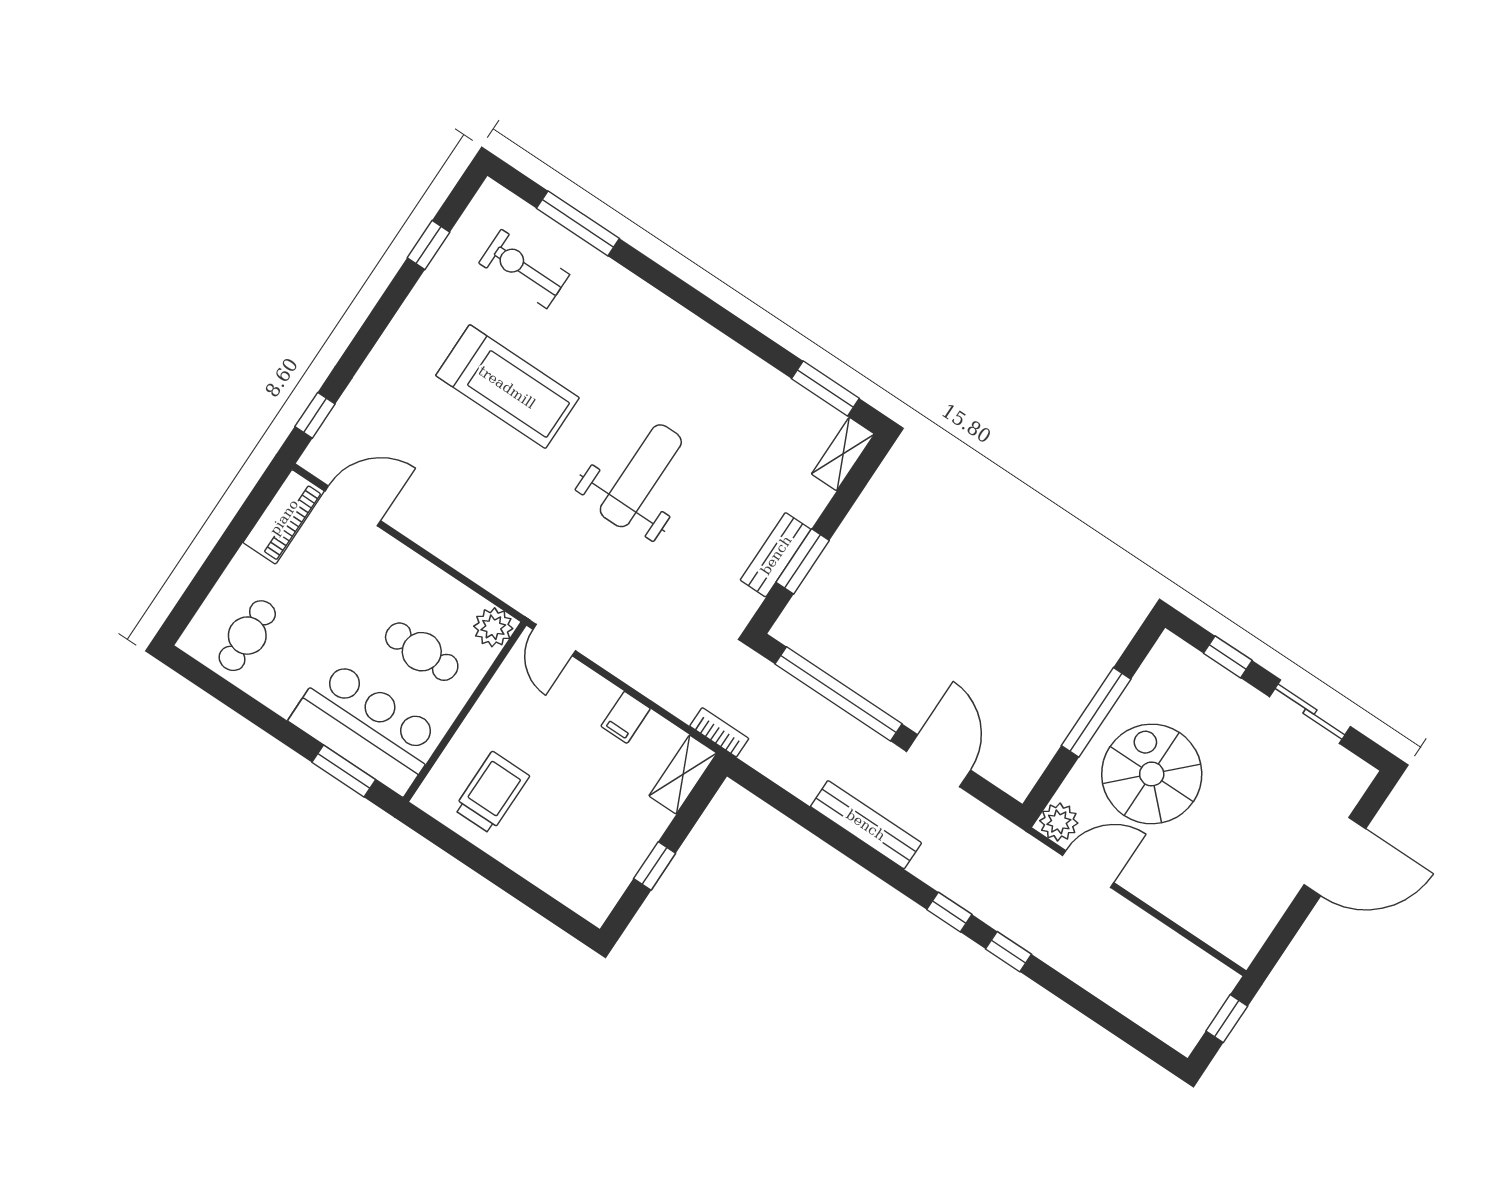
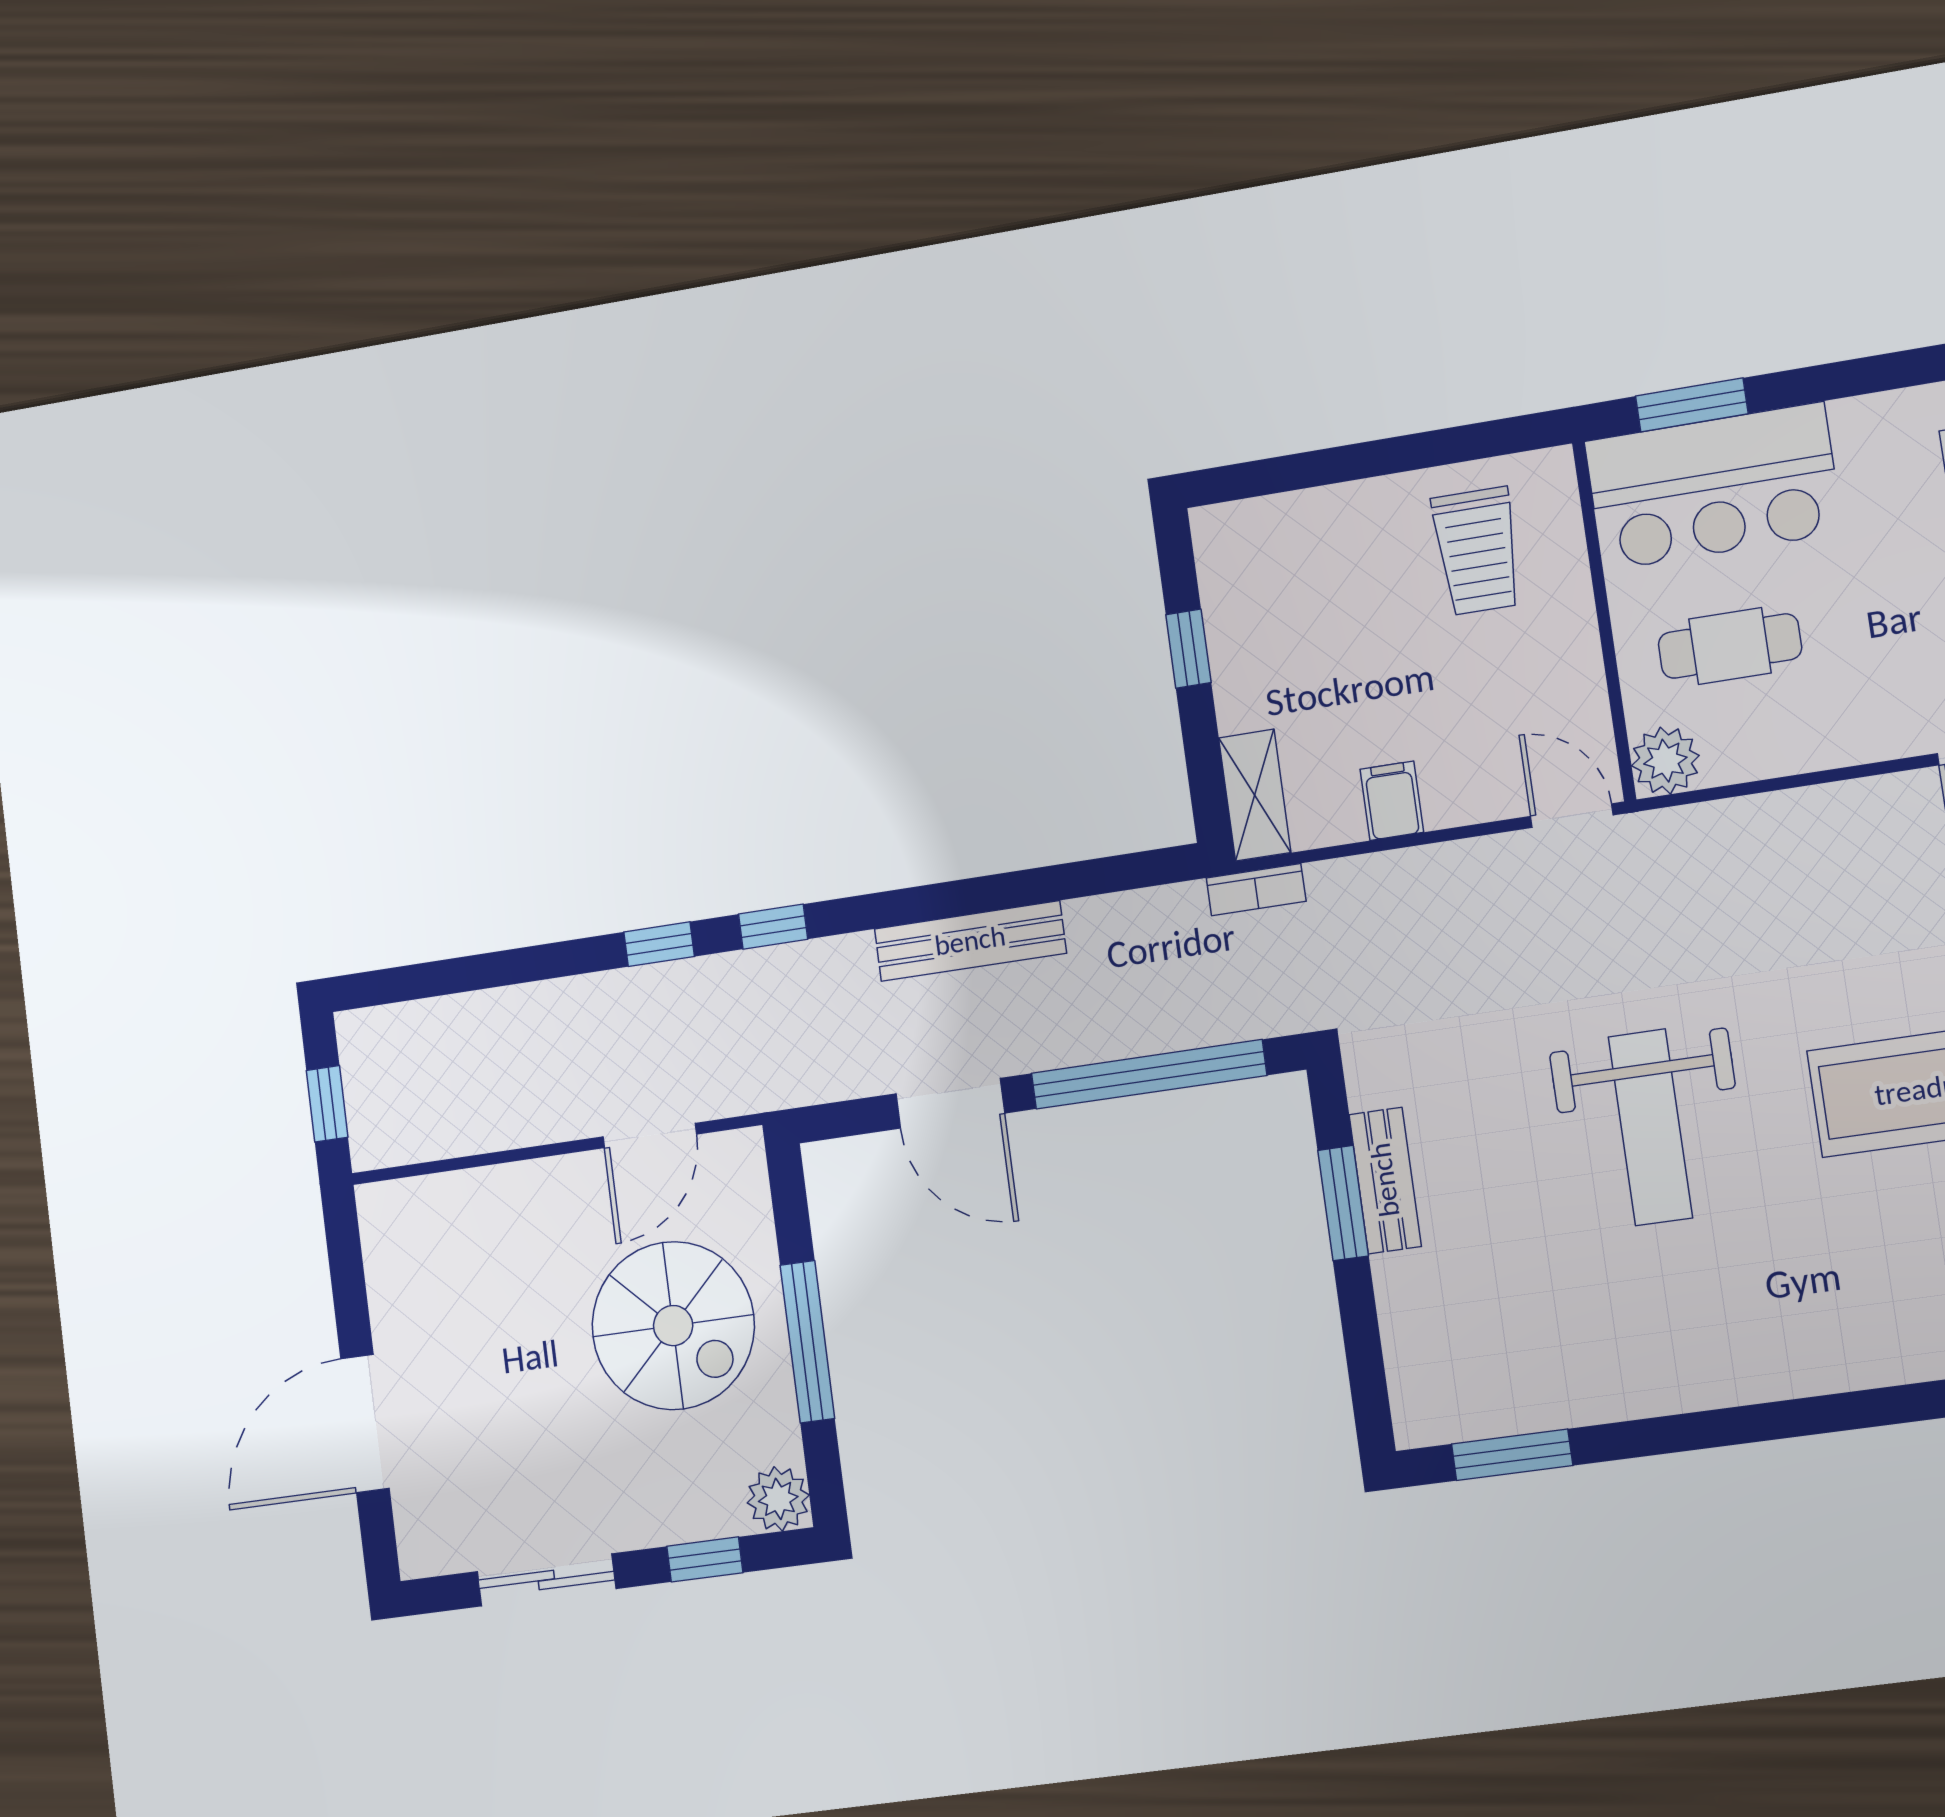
shelving: (843, 454) -> (1414, 1389), removed
plant: (1059, 822) -> (778, 1499), moved

